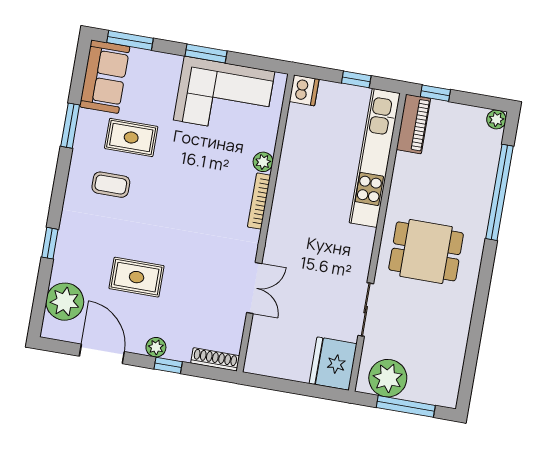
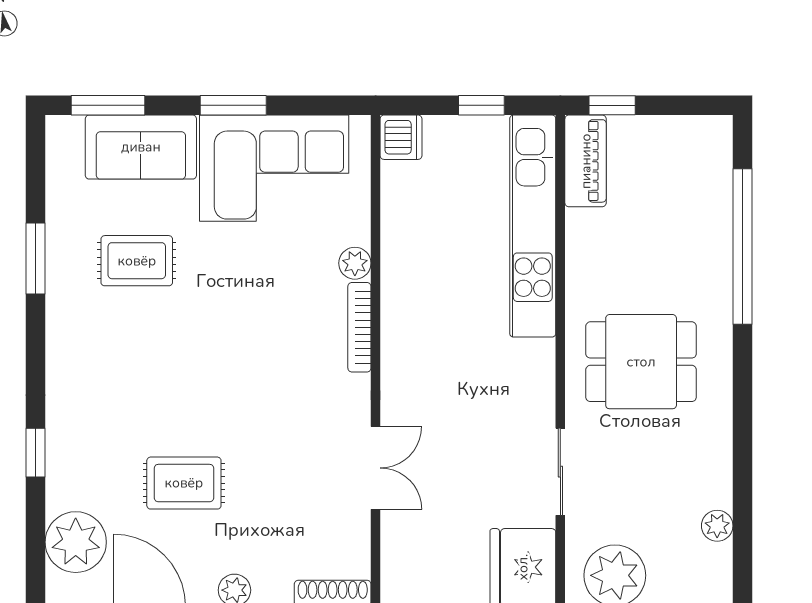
sofa: (105, 77) -> (141, 147), moved, turned 90
plant: (496, 119) -> (717, 526), moved
coffee table: (111, 185) -> (117, 342), removed

